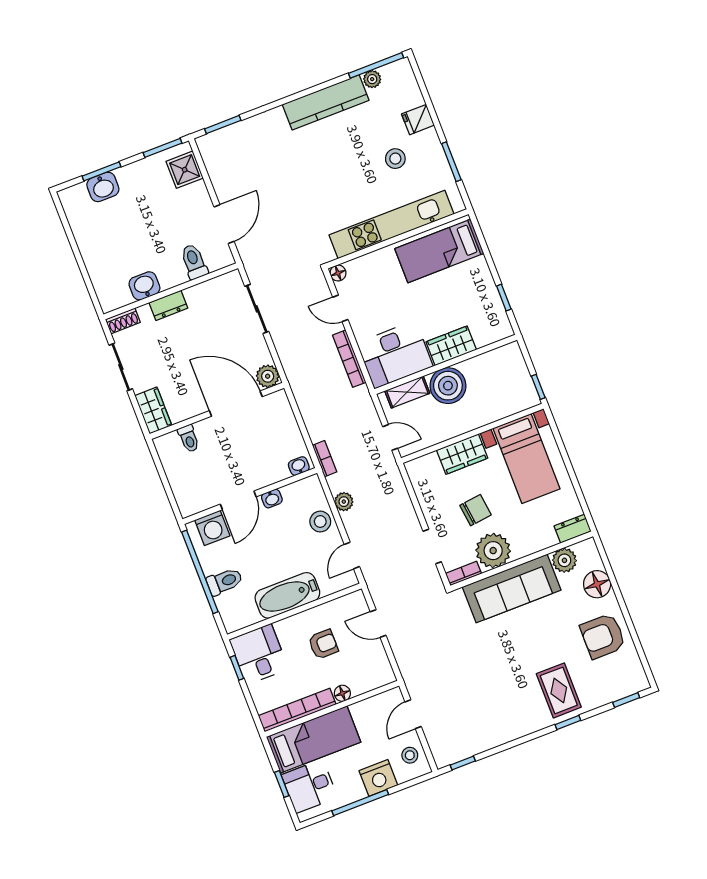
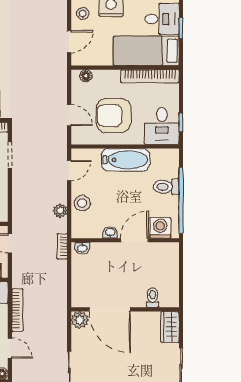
armchair: (323, 644) -> (114, 116), width x1.88, depth x1.88
floor lamp: (342, 693) -> (86, 76), moved

